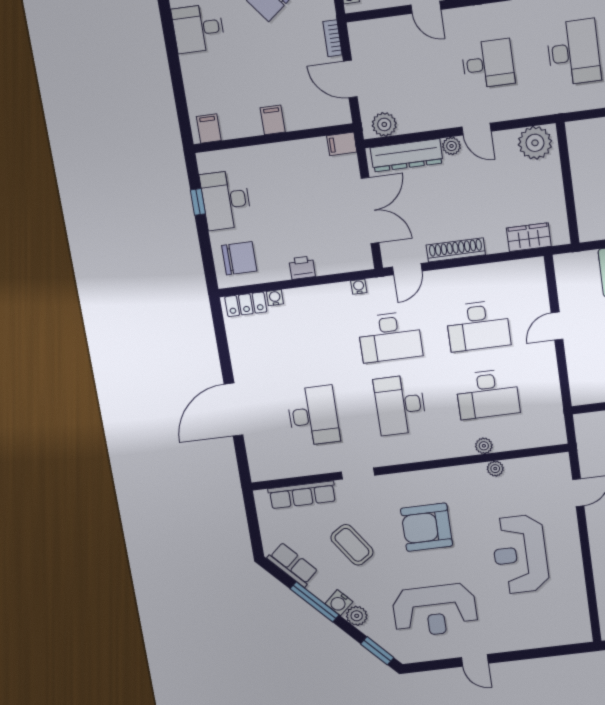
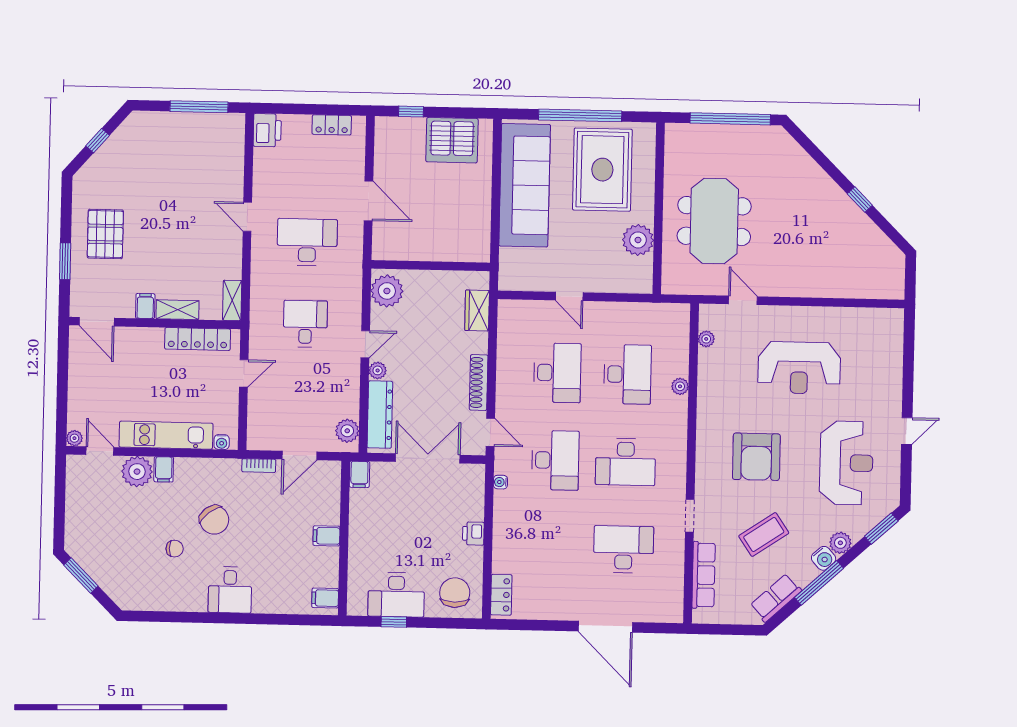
water cooler: (275, 298) -> (499, 565), removed
plant: (495, 469) -> (706, 339), moved

